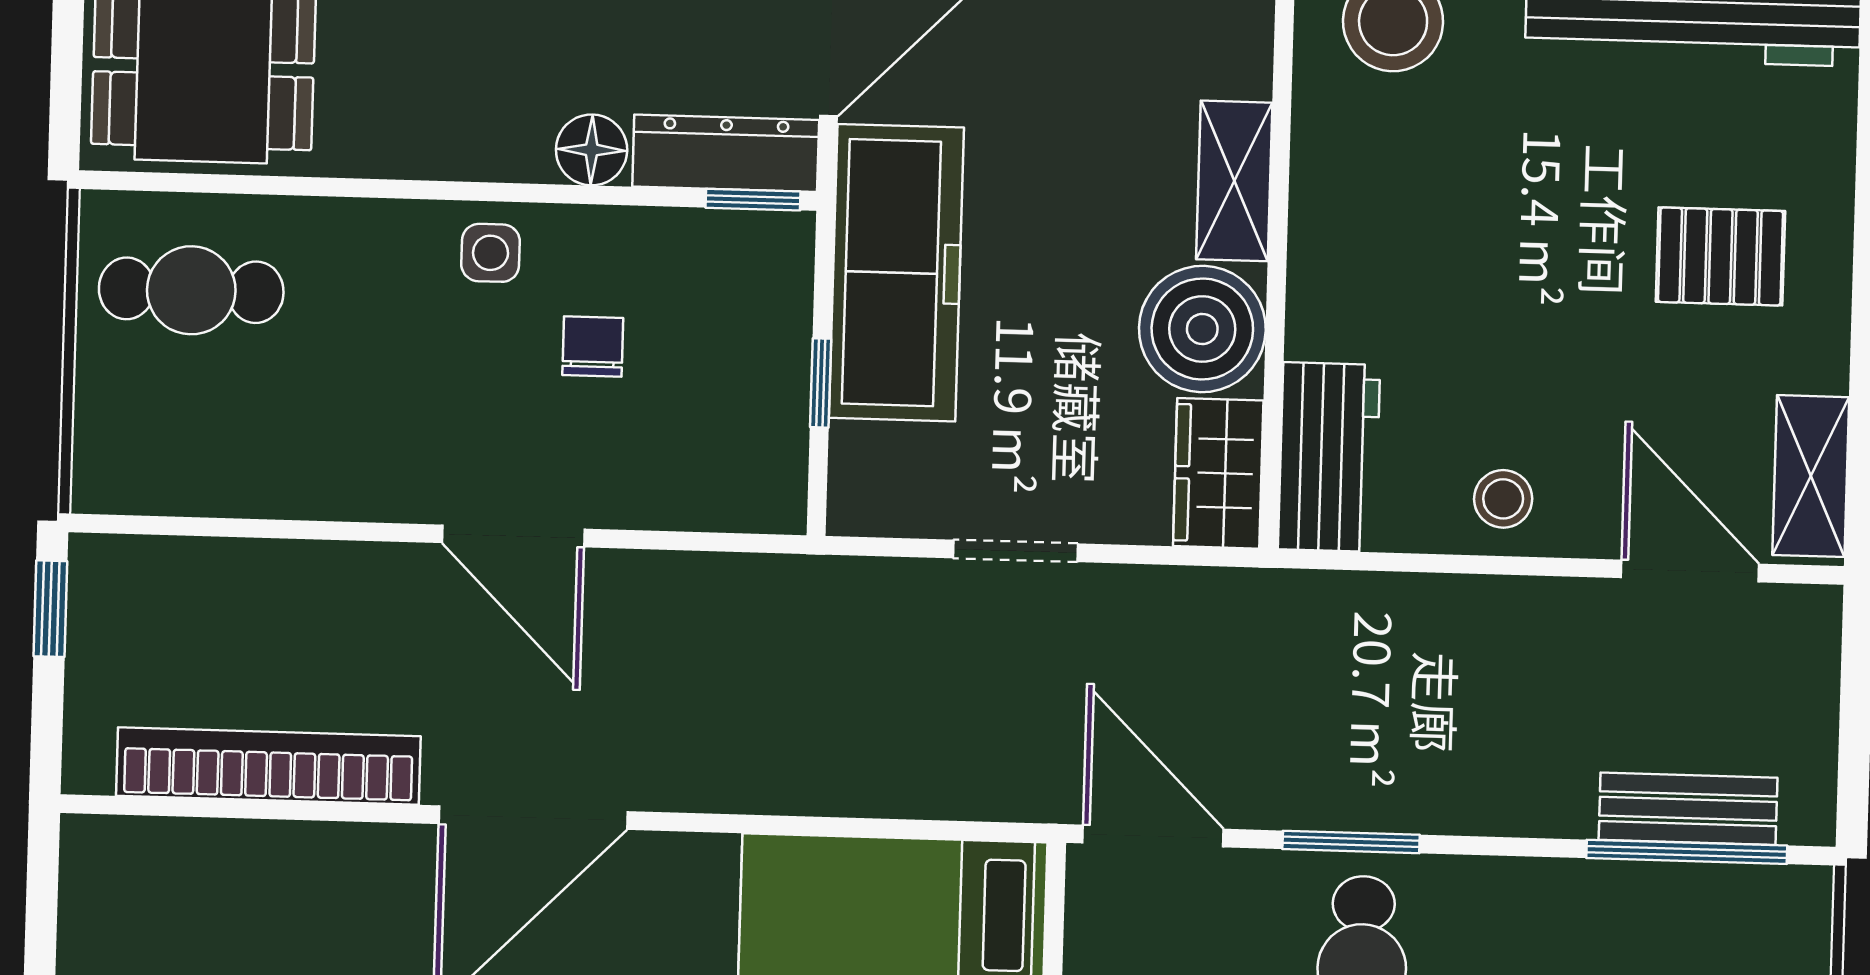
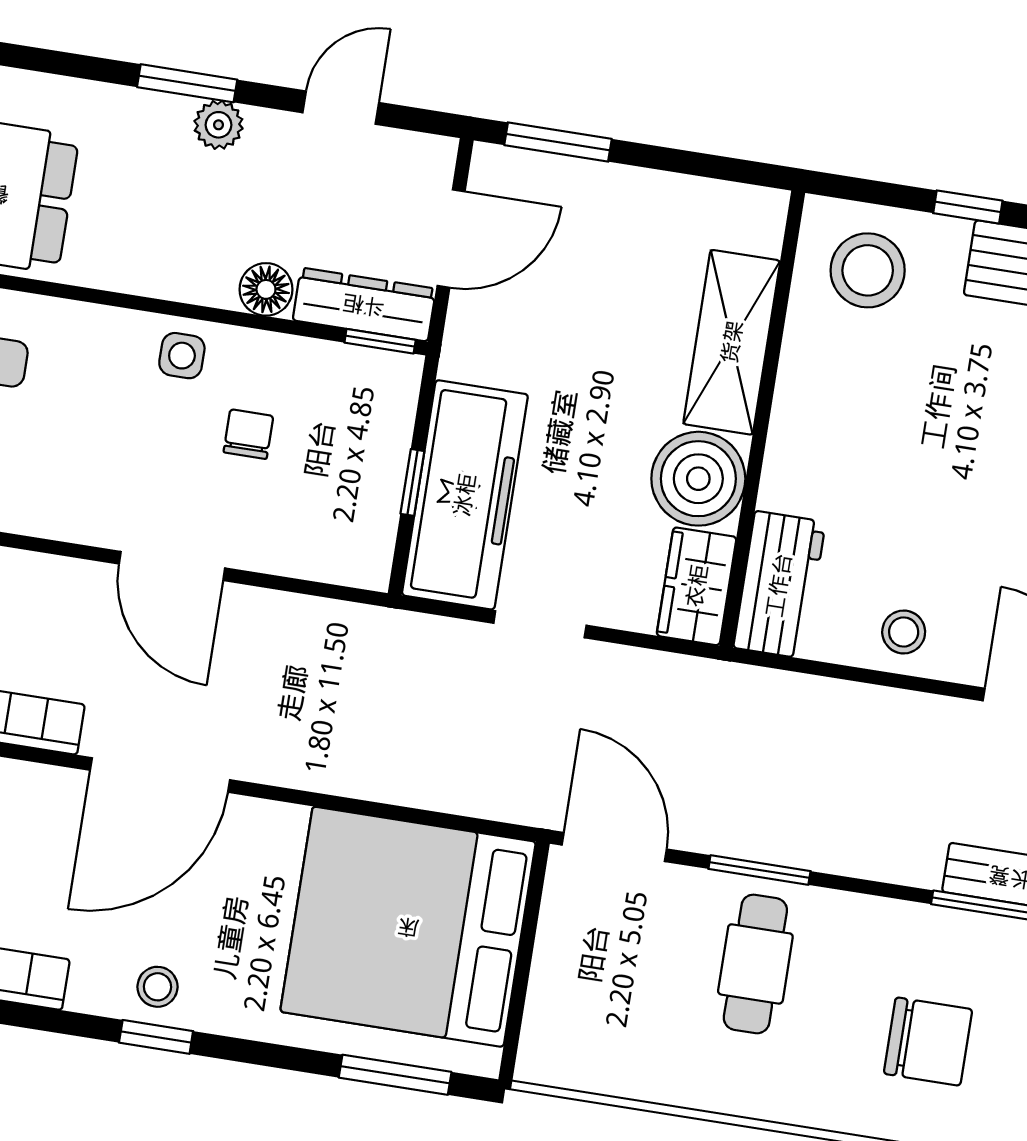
shelving: (1234, 181) -> (732, 342), width x1.50, depth x1.33
freezer: (896, 273) -> (465, 495), moved

